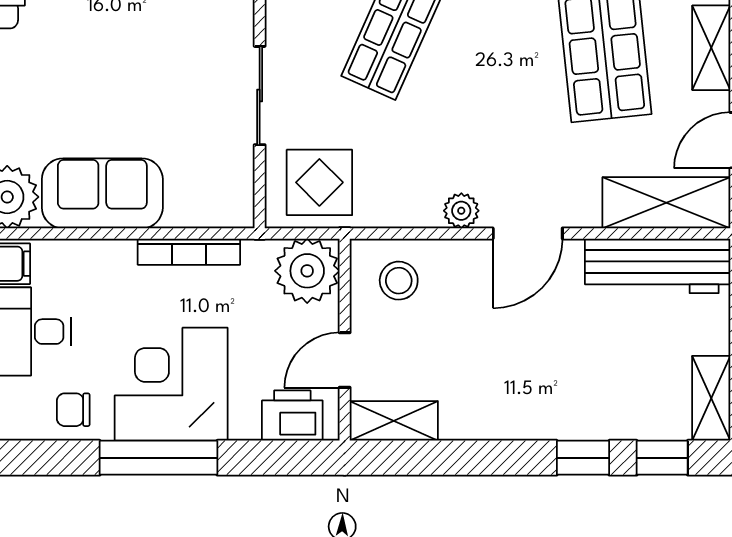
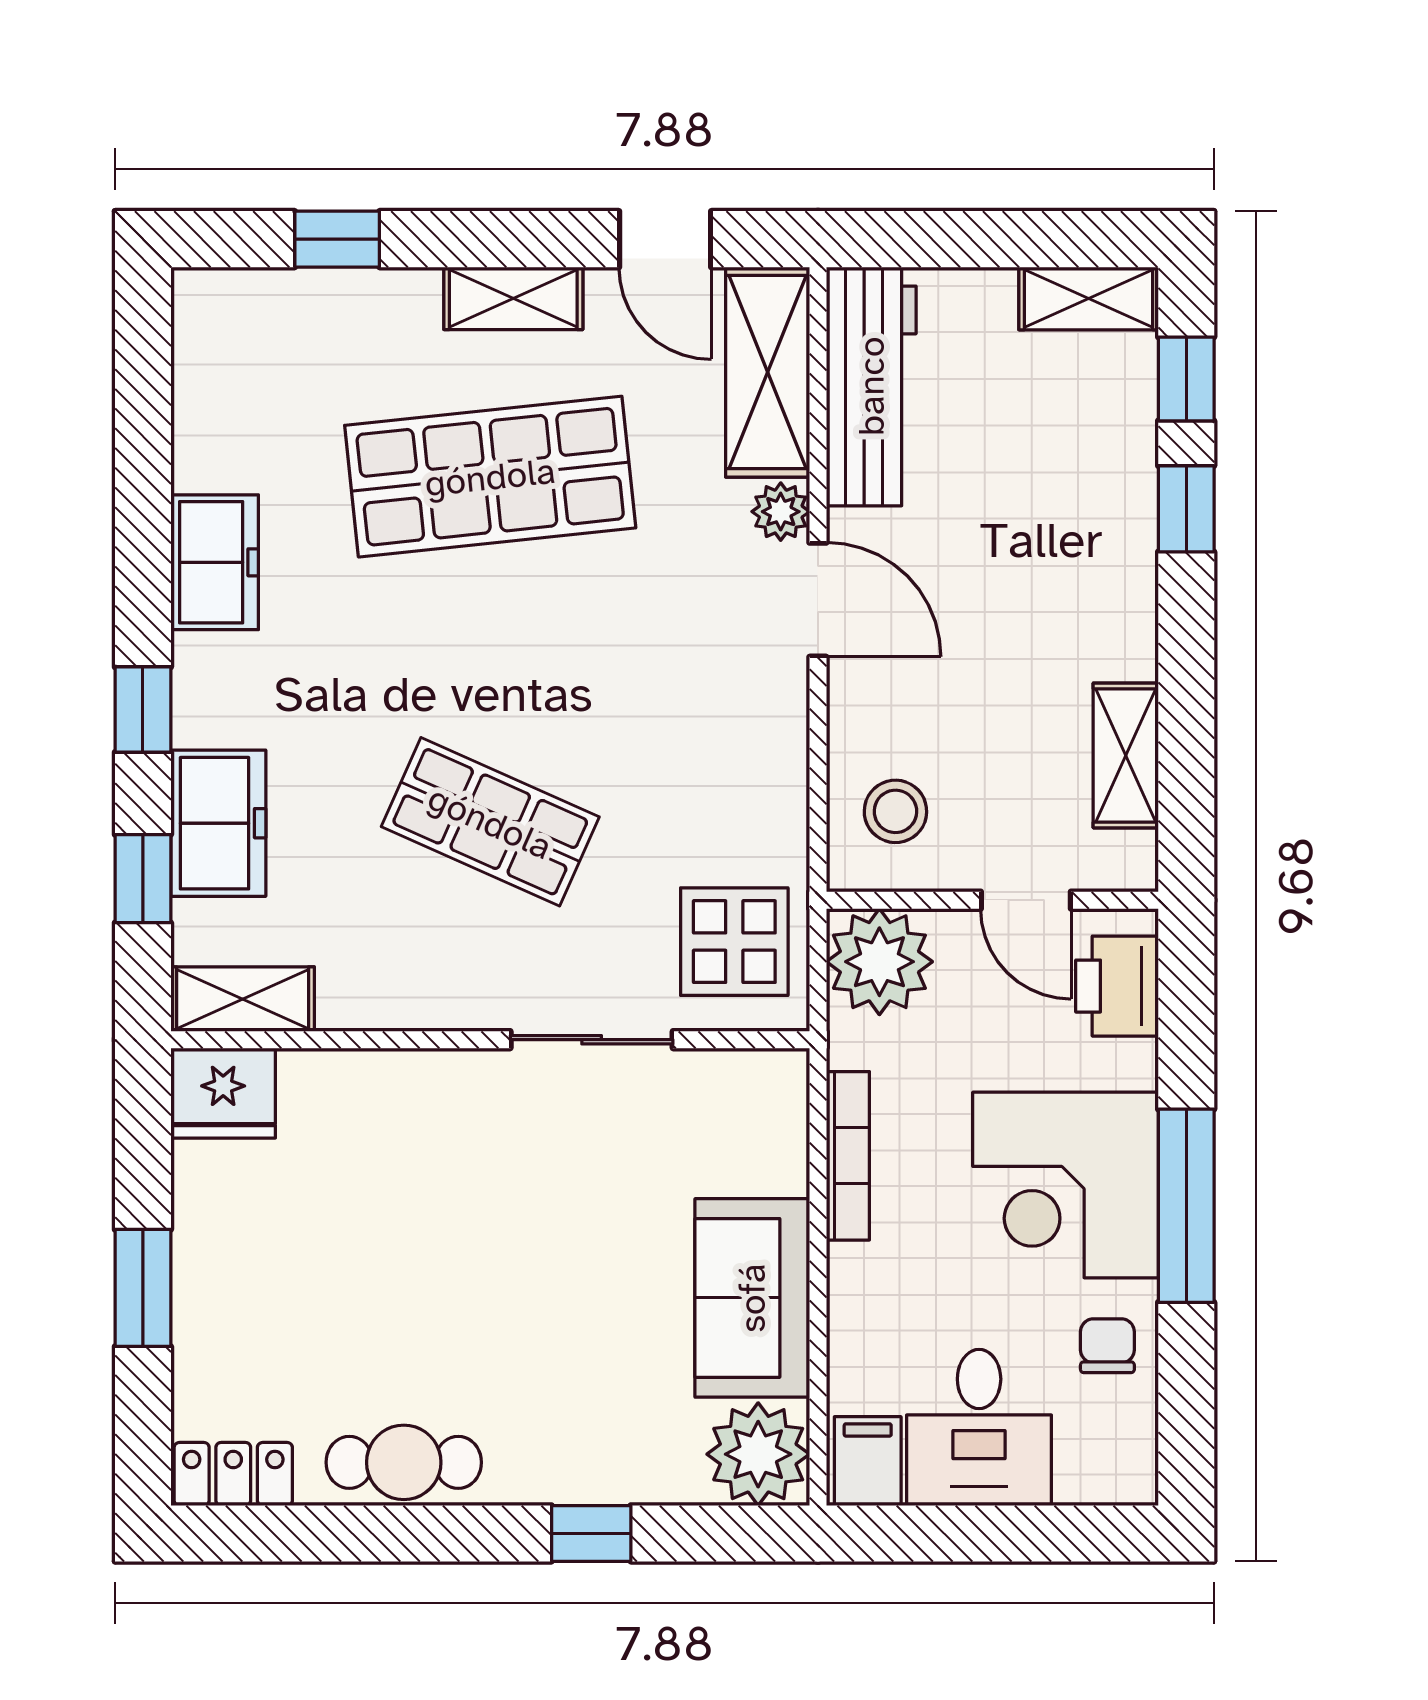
plant: (461, 211) -> (781, 512), moved
chair: (73, 410) -> (1107, 1346), turned 180
shelving: (394, 421) -> (1126, 755), moved

